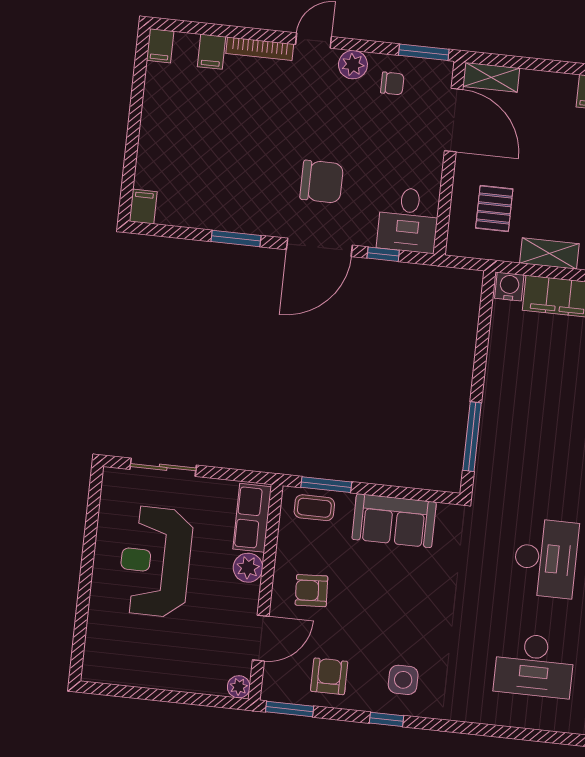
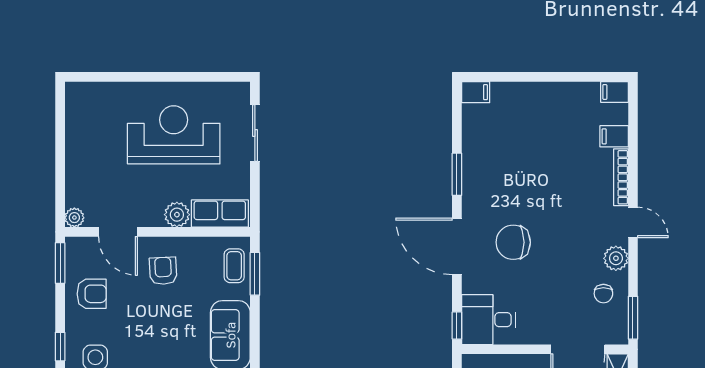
chair: (322, 182) -> (513, 242), turned 90
window: (383, 254) -> (457, 326), moved

